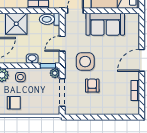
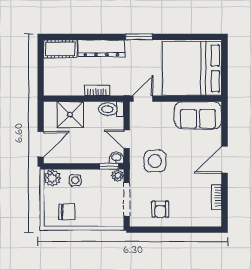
sofa: (105, 24) -> (198, 115), moved
door: (62, 44) -> (127, 139), hinge flipped
washbasin: (32, 59) -> (116, 158), moved
armchair: (92, 86) -> (160, 209), moved, turned 180

